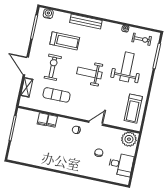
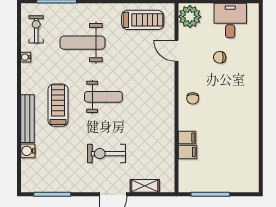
water cooler: (48, 14) -> (28, 151), moved
treadmill: (65, 41) -> (58, 105), moved
weight bench: (89, 73) -> (103, 97), turned -90
exercise mat: (57, 95) -> (147, 139), removed
door: (96, 123) -> (177, 51), moved

